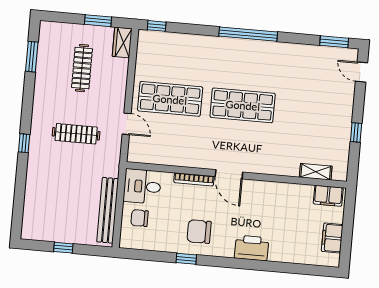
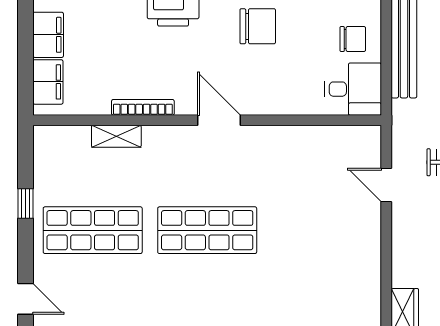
shop shelf: (170, 99) -> (93, 230), moved
shelving: (316, 172) -> (116, 136), moved
bookcase: (194, 179) -> (143, 107), moved
filing cabinet: (328, 196) -> (48, 82), moved, turned 90

